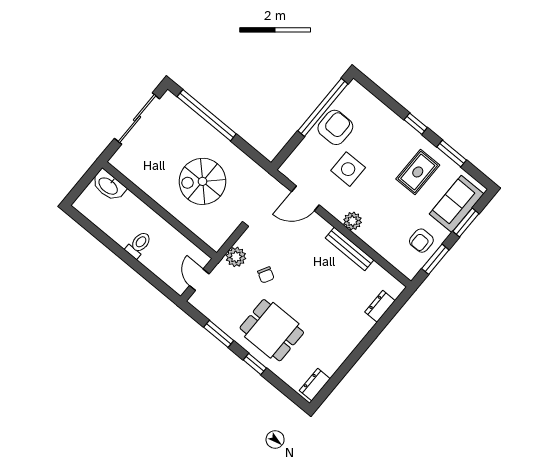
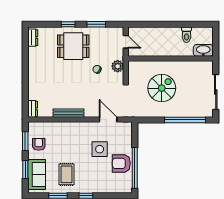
armchair: (335, 127) -> (121, 163), turned 90
door: (305, 198) -> (108, 119), hinge flipped
plant: (353, 221) -> (78, 127), removed
toilet: (139, 245) -> (187, 35), moved
dresser: (380, 306) -> (33, 109), moved

